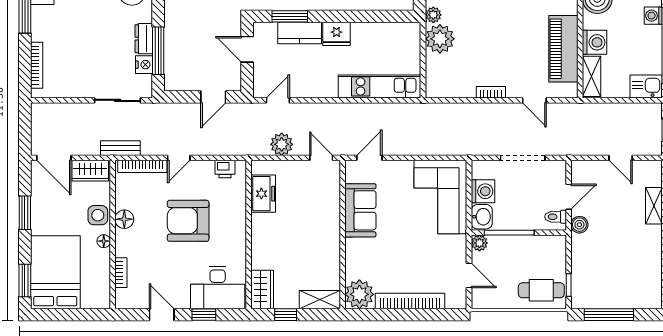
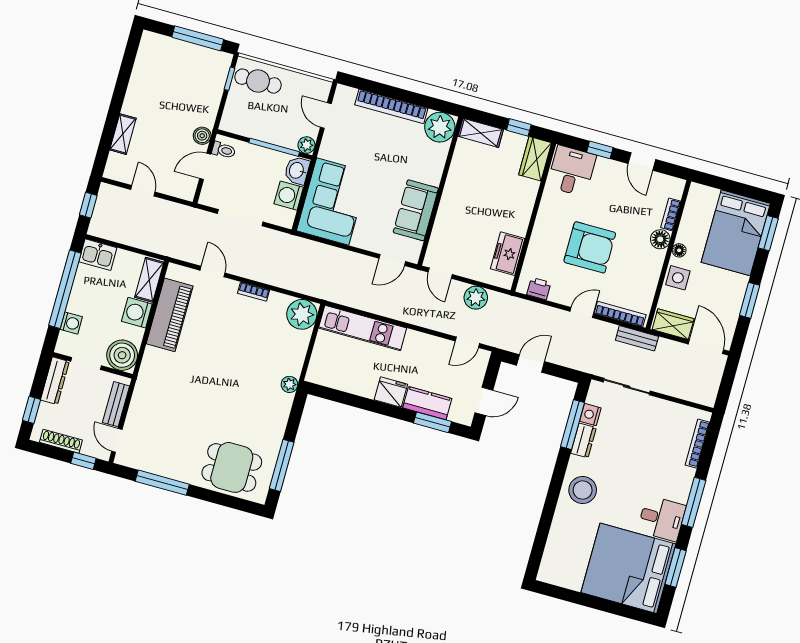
plant: (440, 39) -> (302, 314), moved
door: (247, 49) -> (484, 401), hinge flipped
floor lamp: (124, 219) -> (660, 239), moved
desk: (218, 288) -> (572, 171), width x0.73

